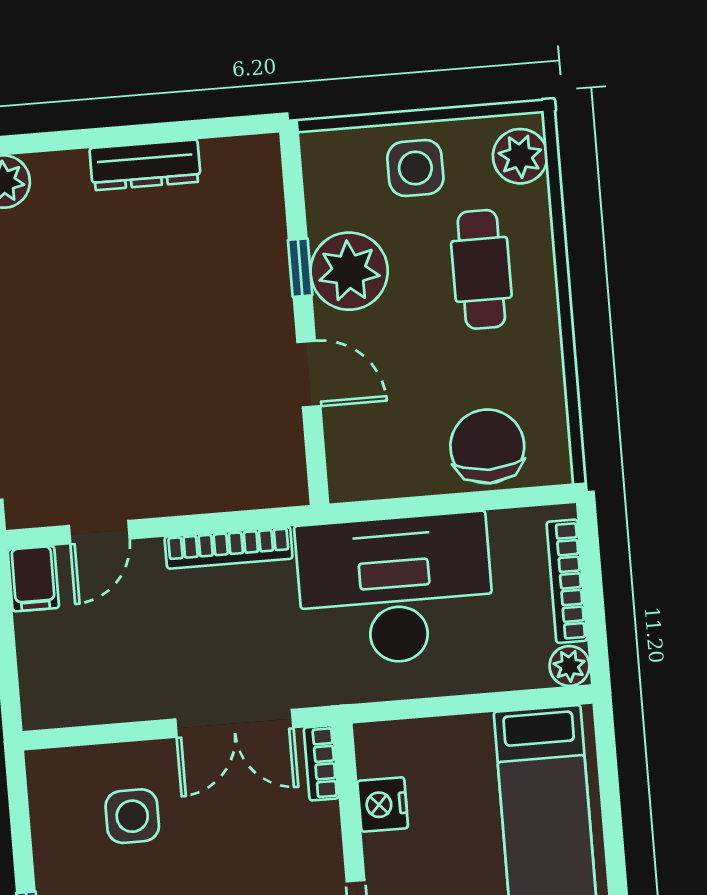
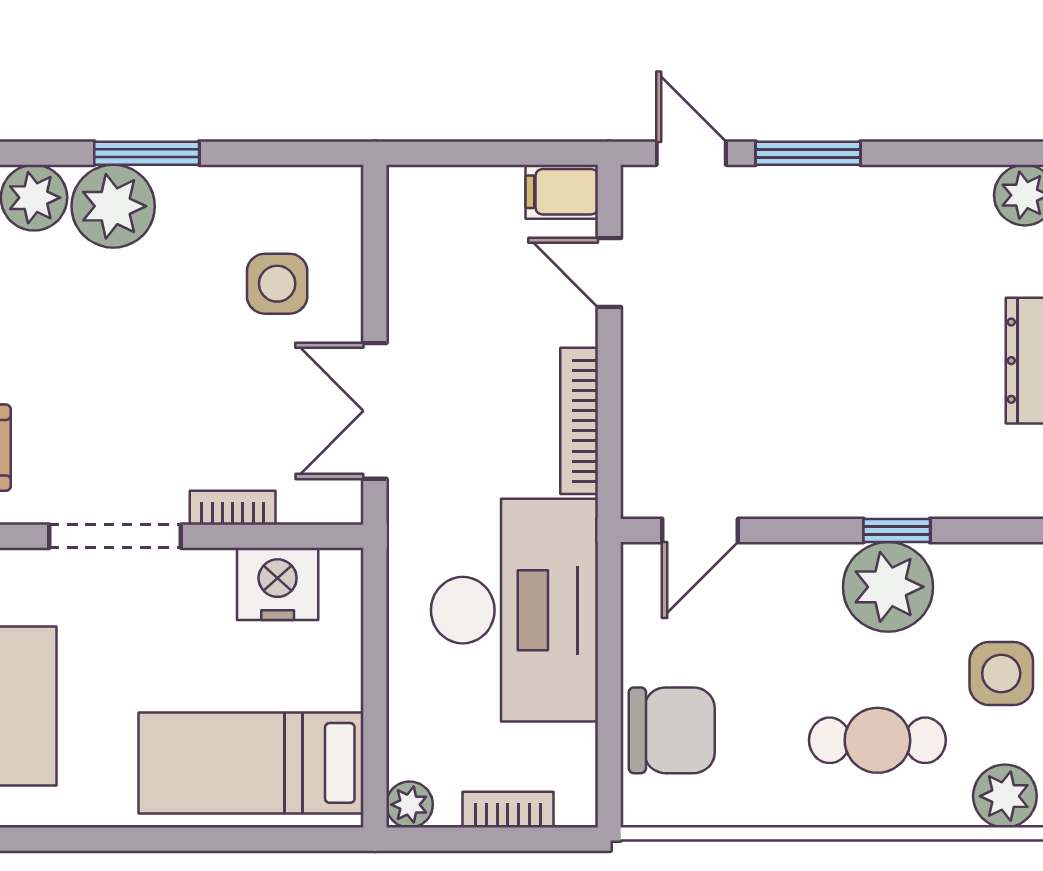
door: (309, 374) -> (700, 530), moved
bookcase: (567, 581) -> (508, 810), width x0.64
bookcase: (321, 763) -> (233, 508), moved
nightstand: (383, 804) -> (278, 584), width x1.36, depth x1.33

